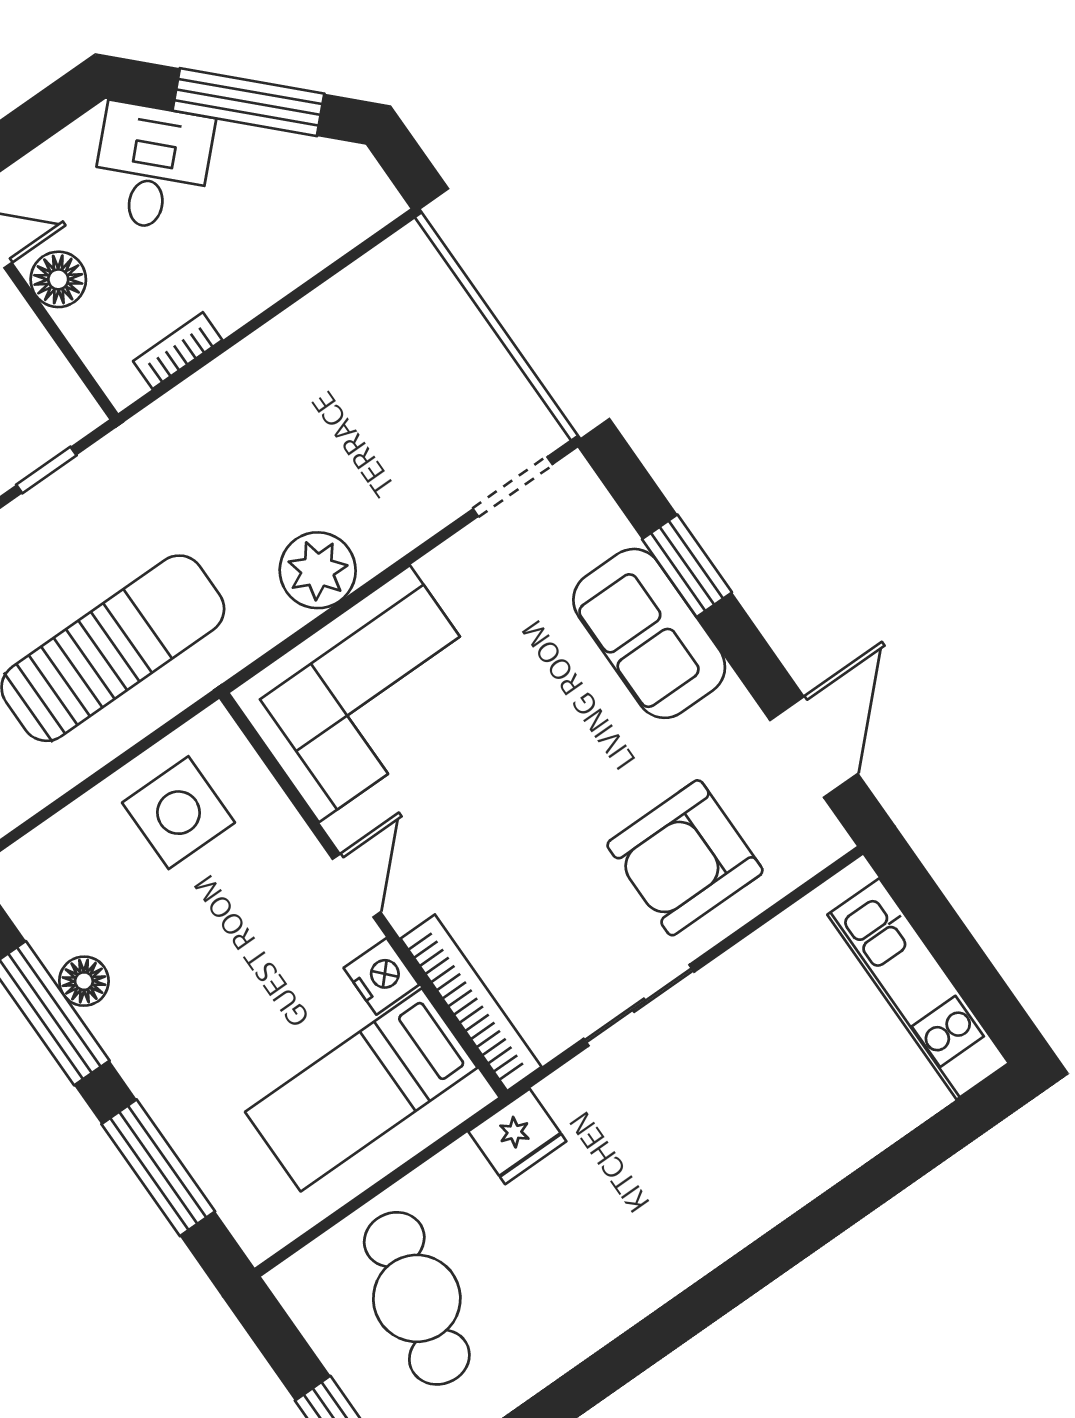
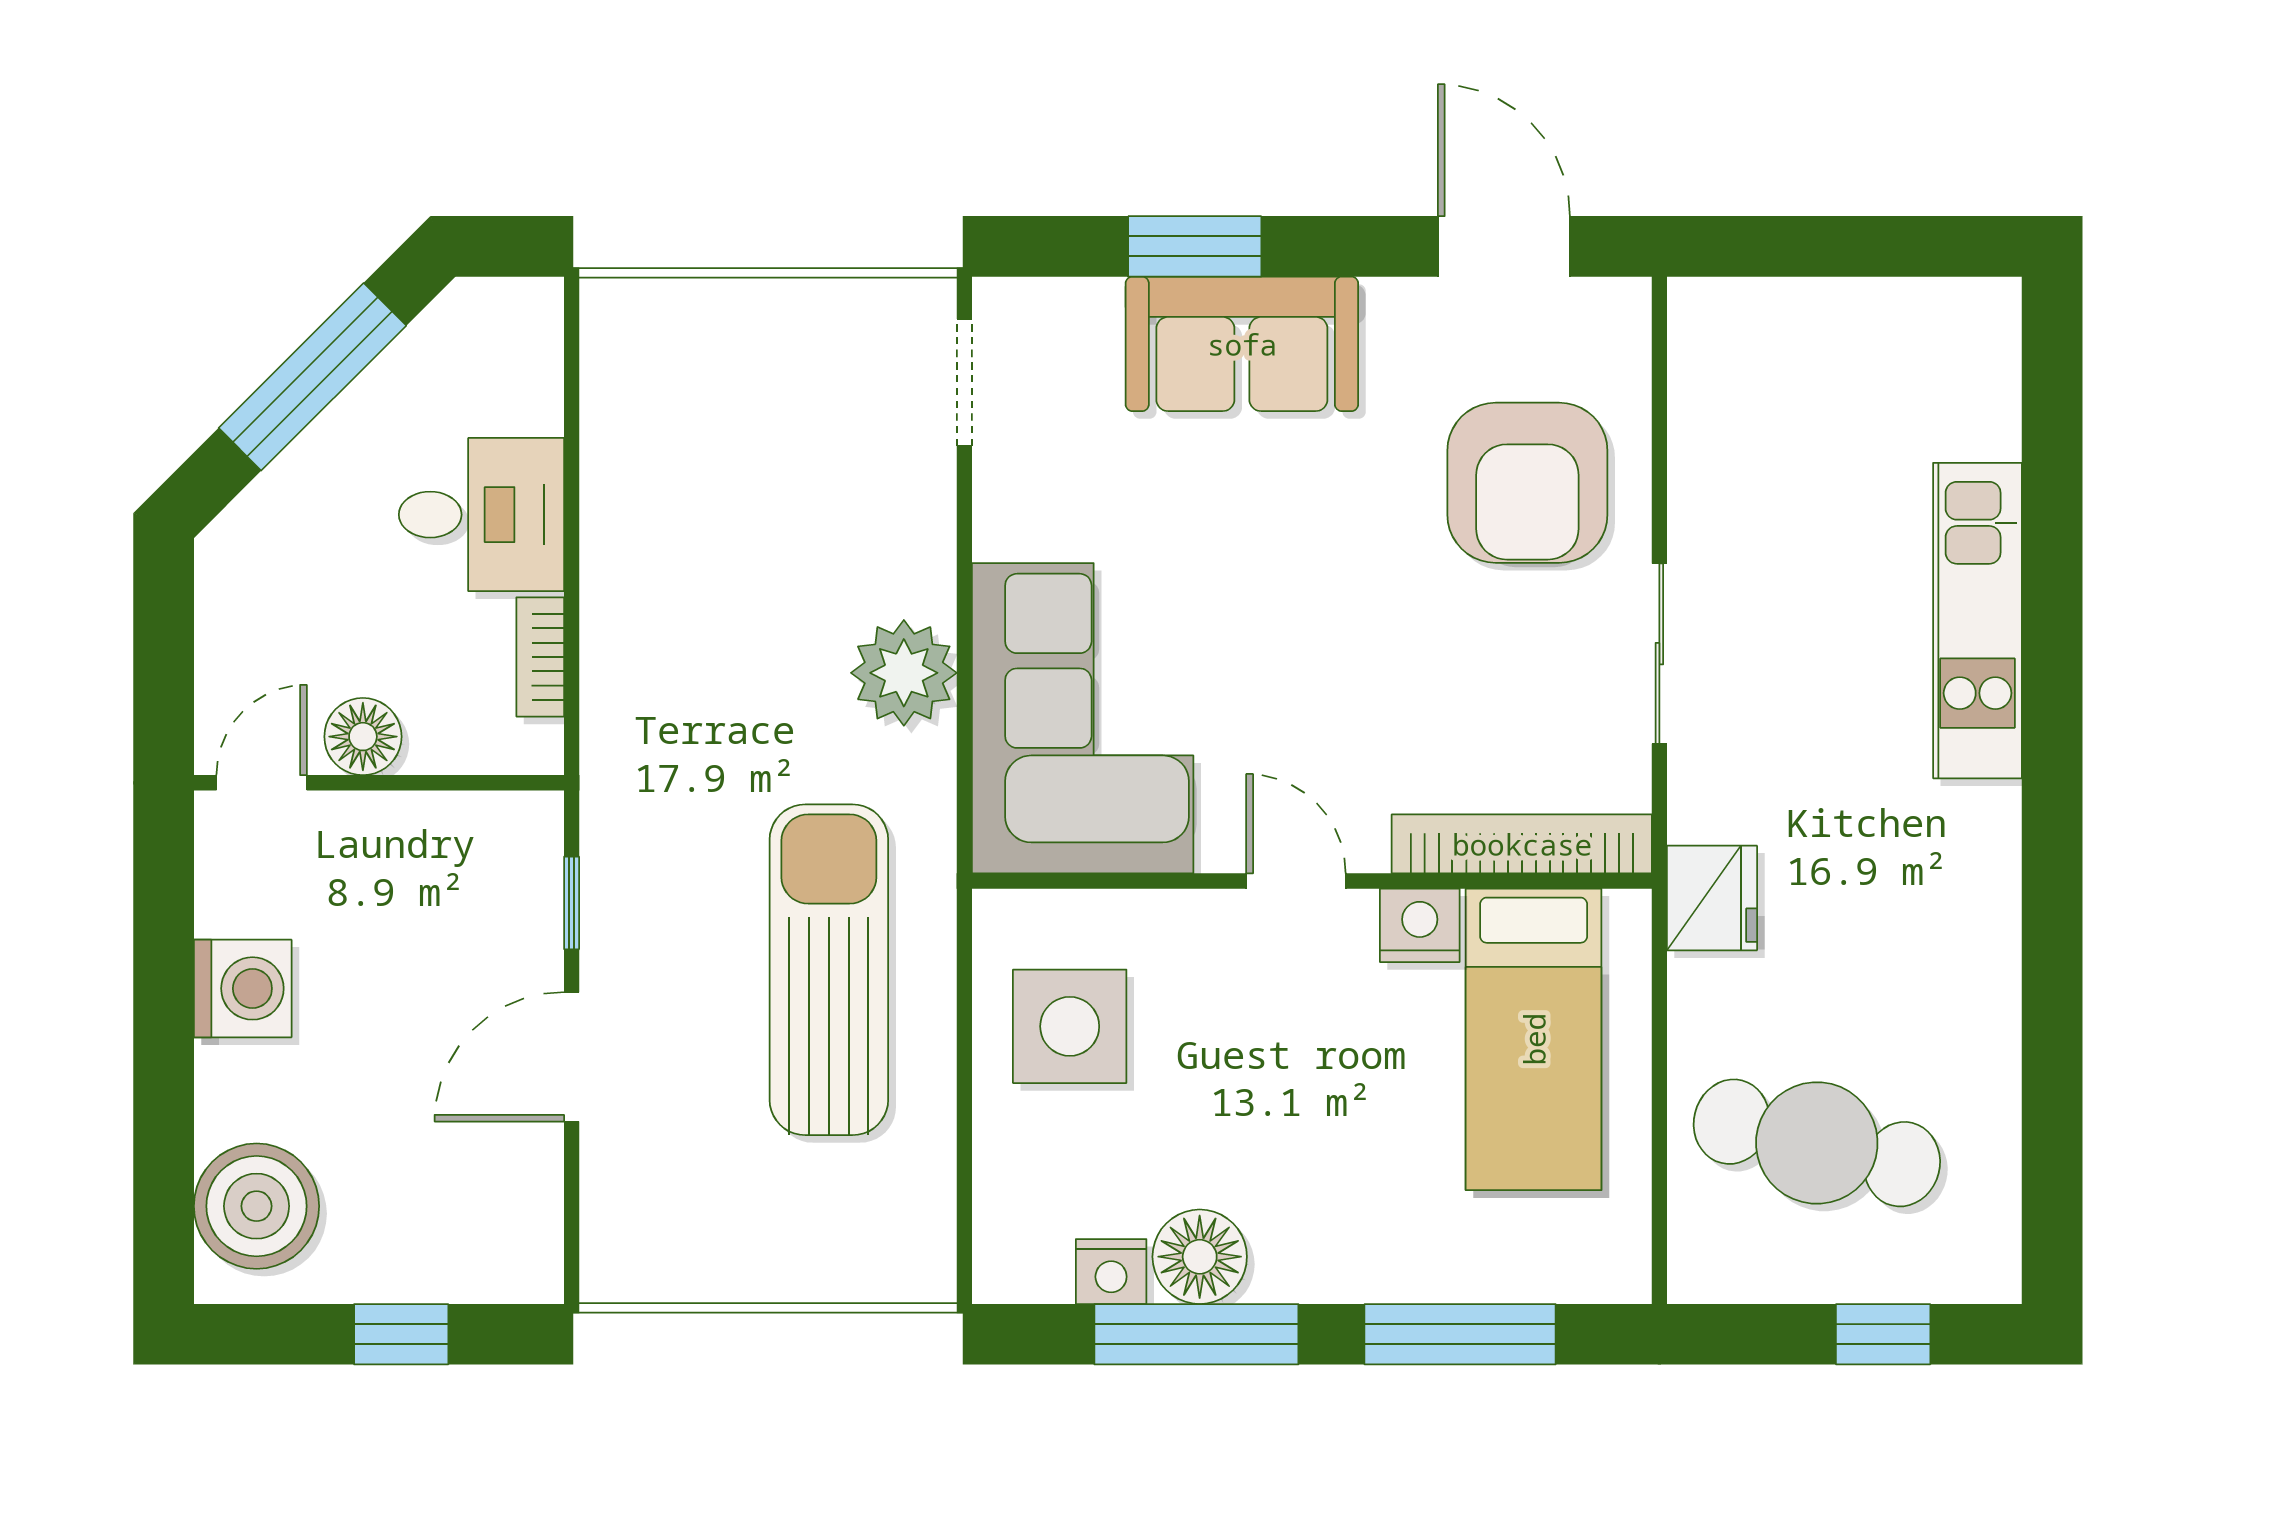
desk: (152, 167) -> (481, 515), moved, turned 135
nightstand: (52, 937) -> (1111, 1272), added
floor lamp: (84, 981) -> (1200, 1257), width x1.38, depth x1.38
kitchen unit: (918, 989) -> (1978, 621), moved, turned 90

